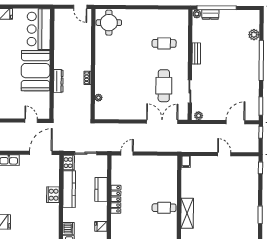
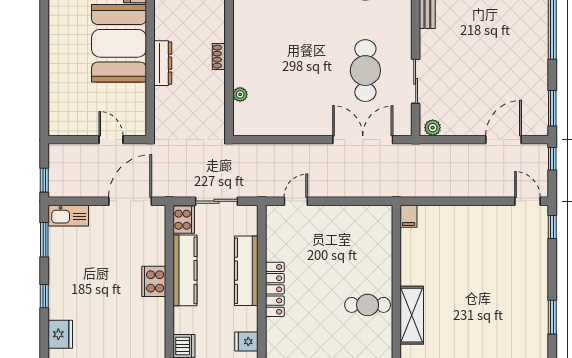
door: (224, 154) -> (527, 201), moved
kitchen counter: (101, 189) -> (246, 271), width x1.50

